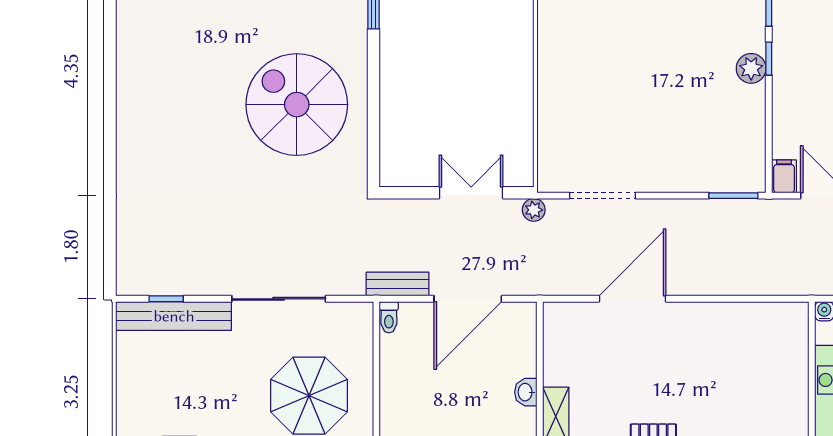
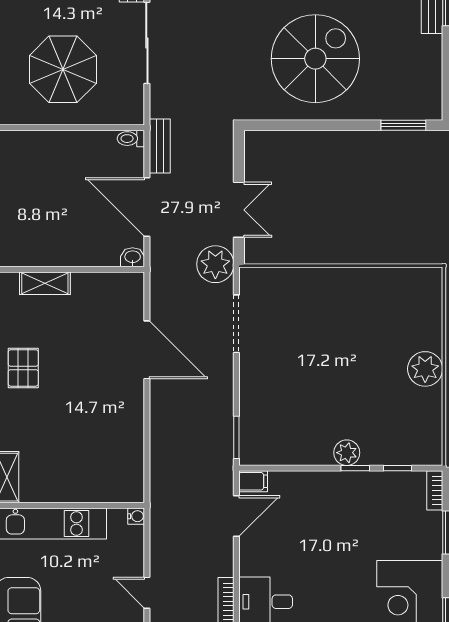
plant: (534, 210) -> (215, 264), width x1.88, depth x1.88
washbasin: (526, 392) -> (133, 257), moved

